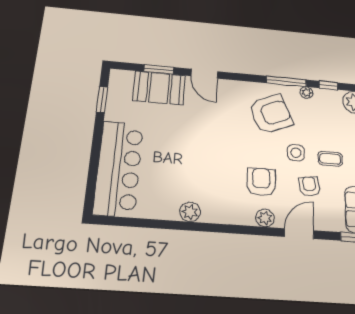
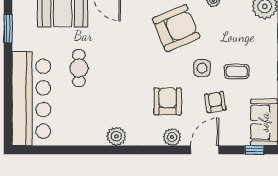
cafe table: (172, 143) -> (79, 68), added
plant: (190, 212) -> (116, 136), moved

